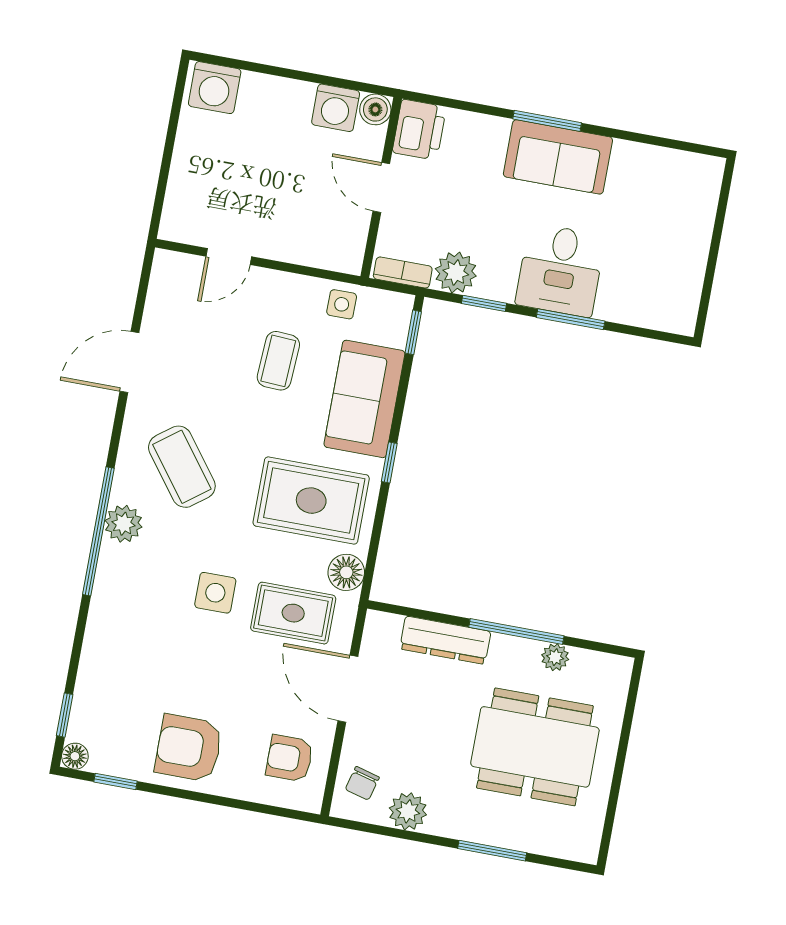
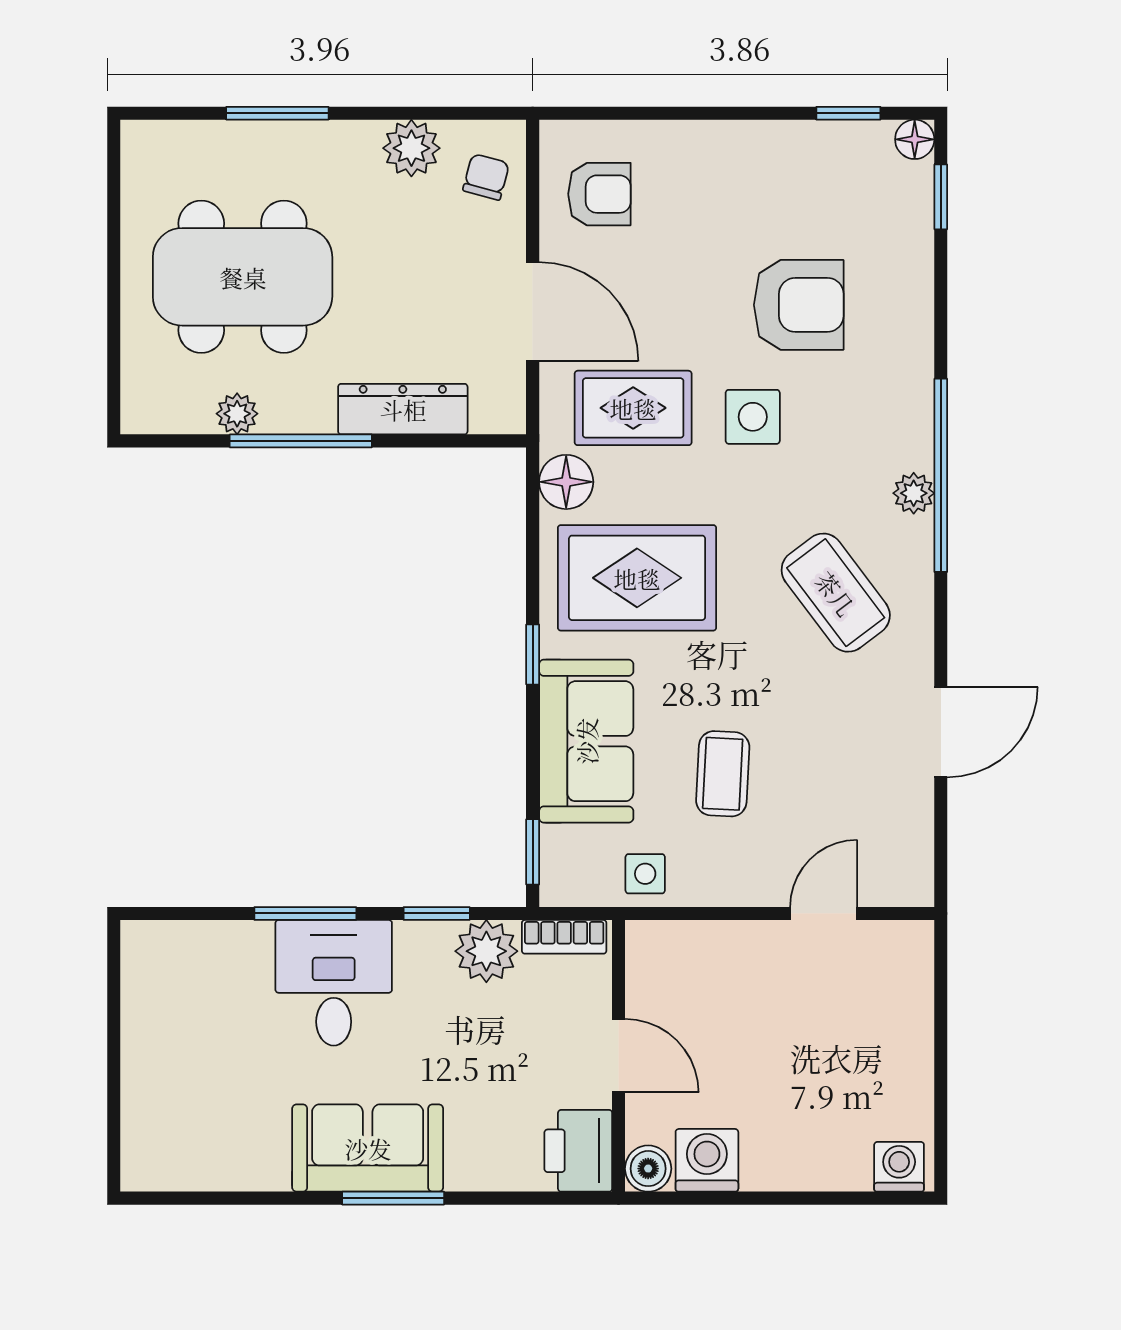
washing machine: (215, 88) -> (899, 1167), width x0.73, depth x0.73
plant: (123, 524) -> (914, 493), width x0.73, depth x0.73
armchair: (189, 748) -> (799, 305), moved

